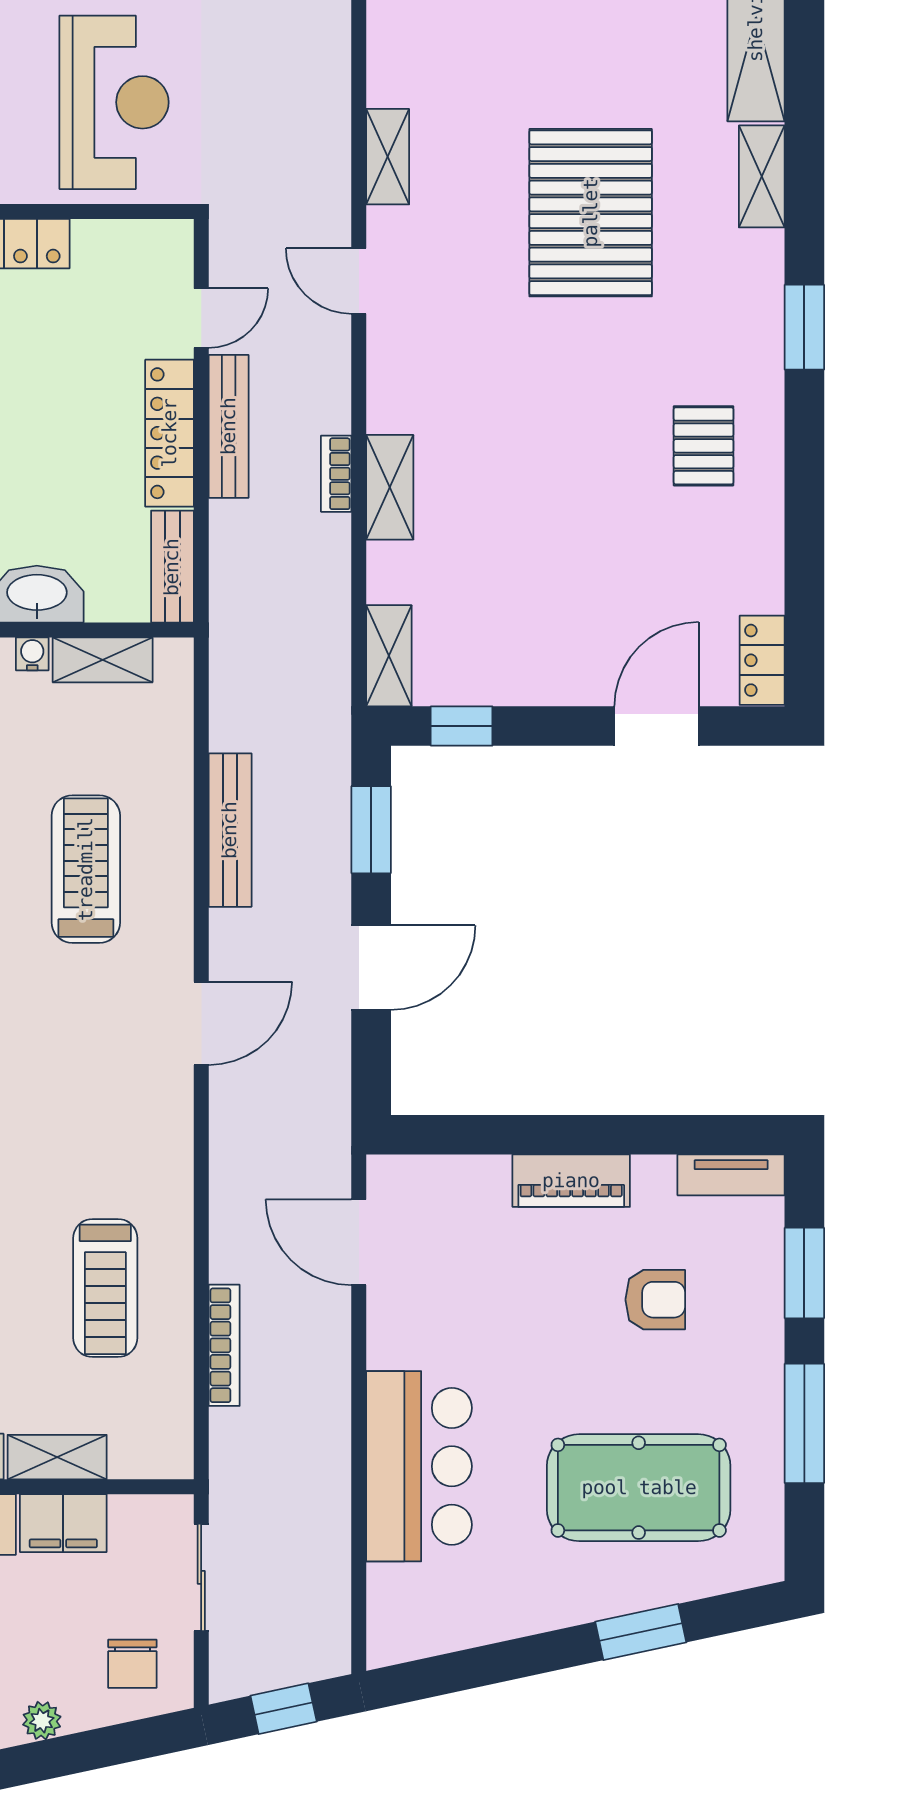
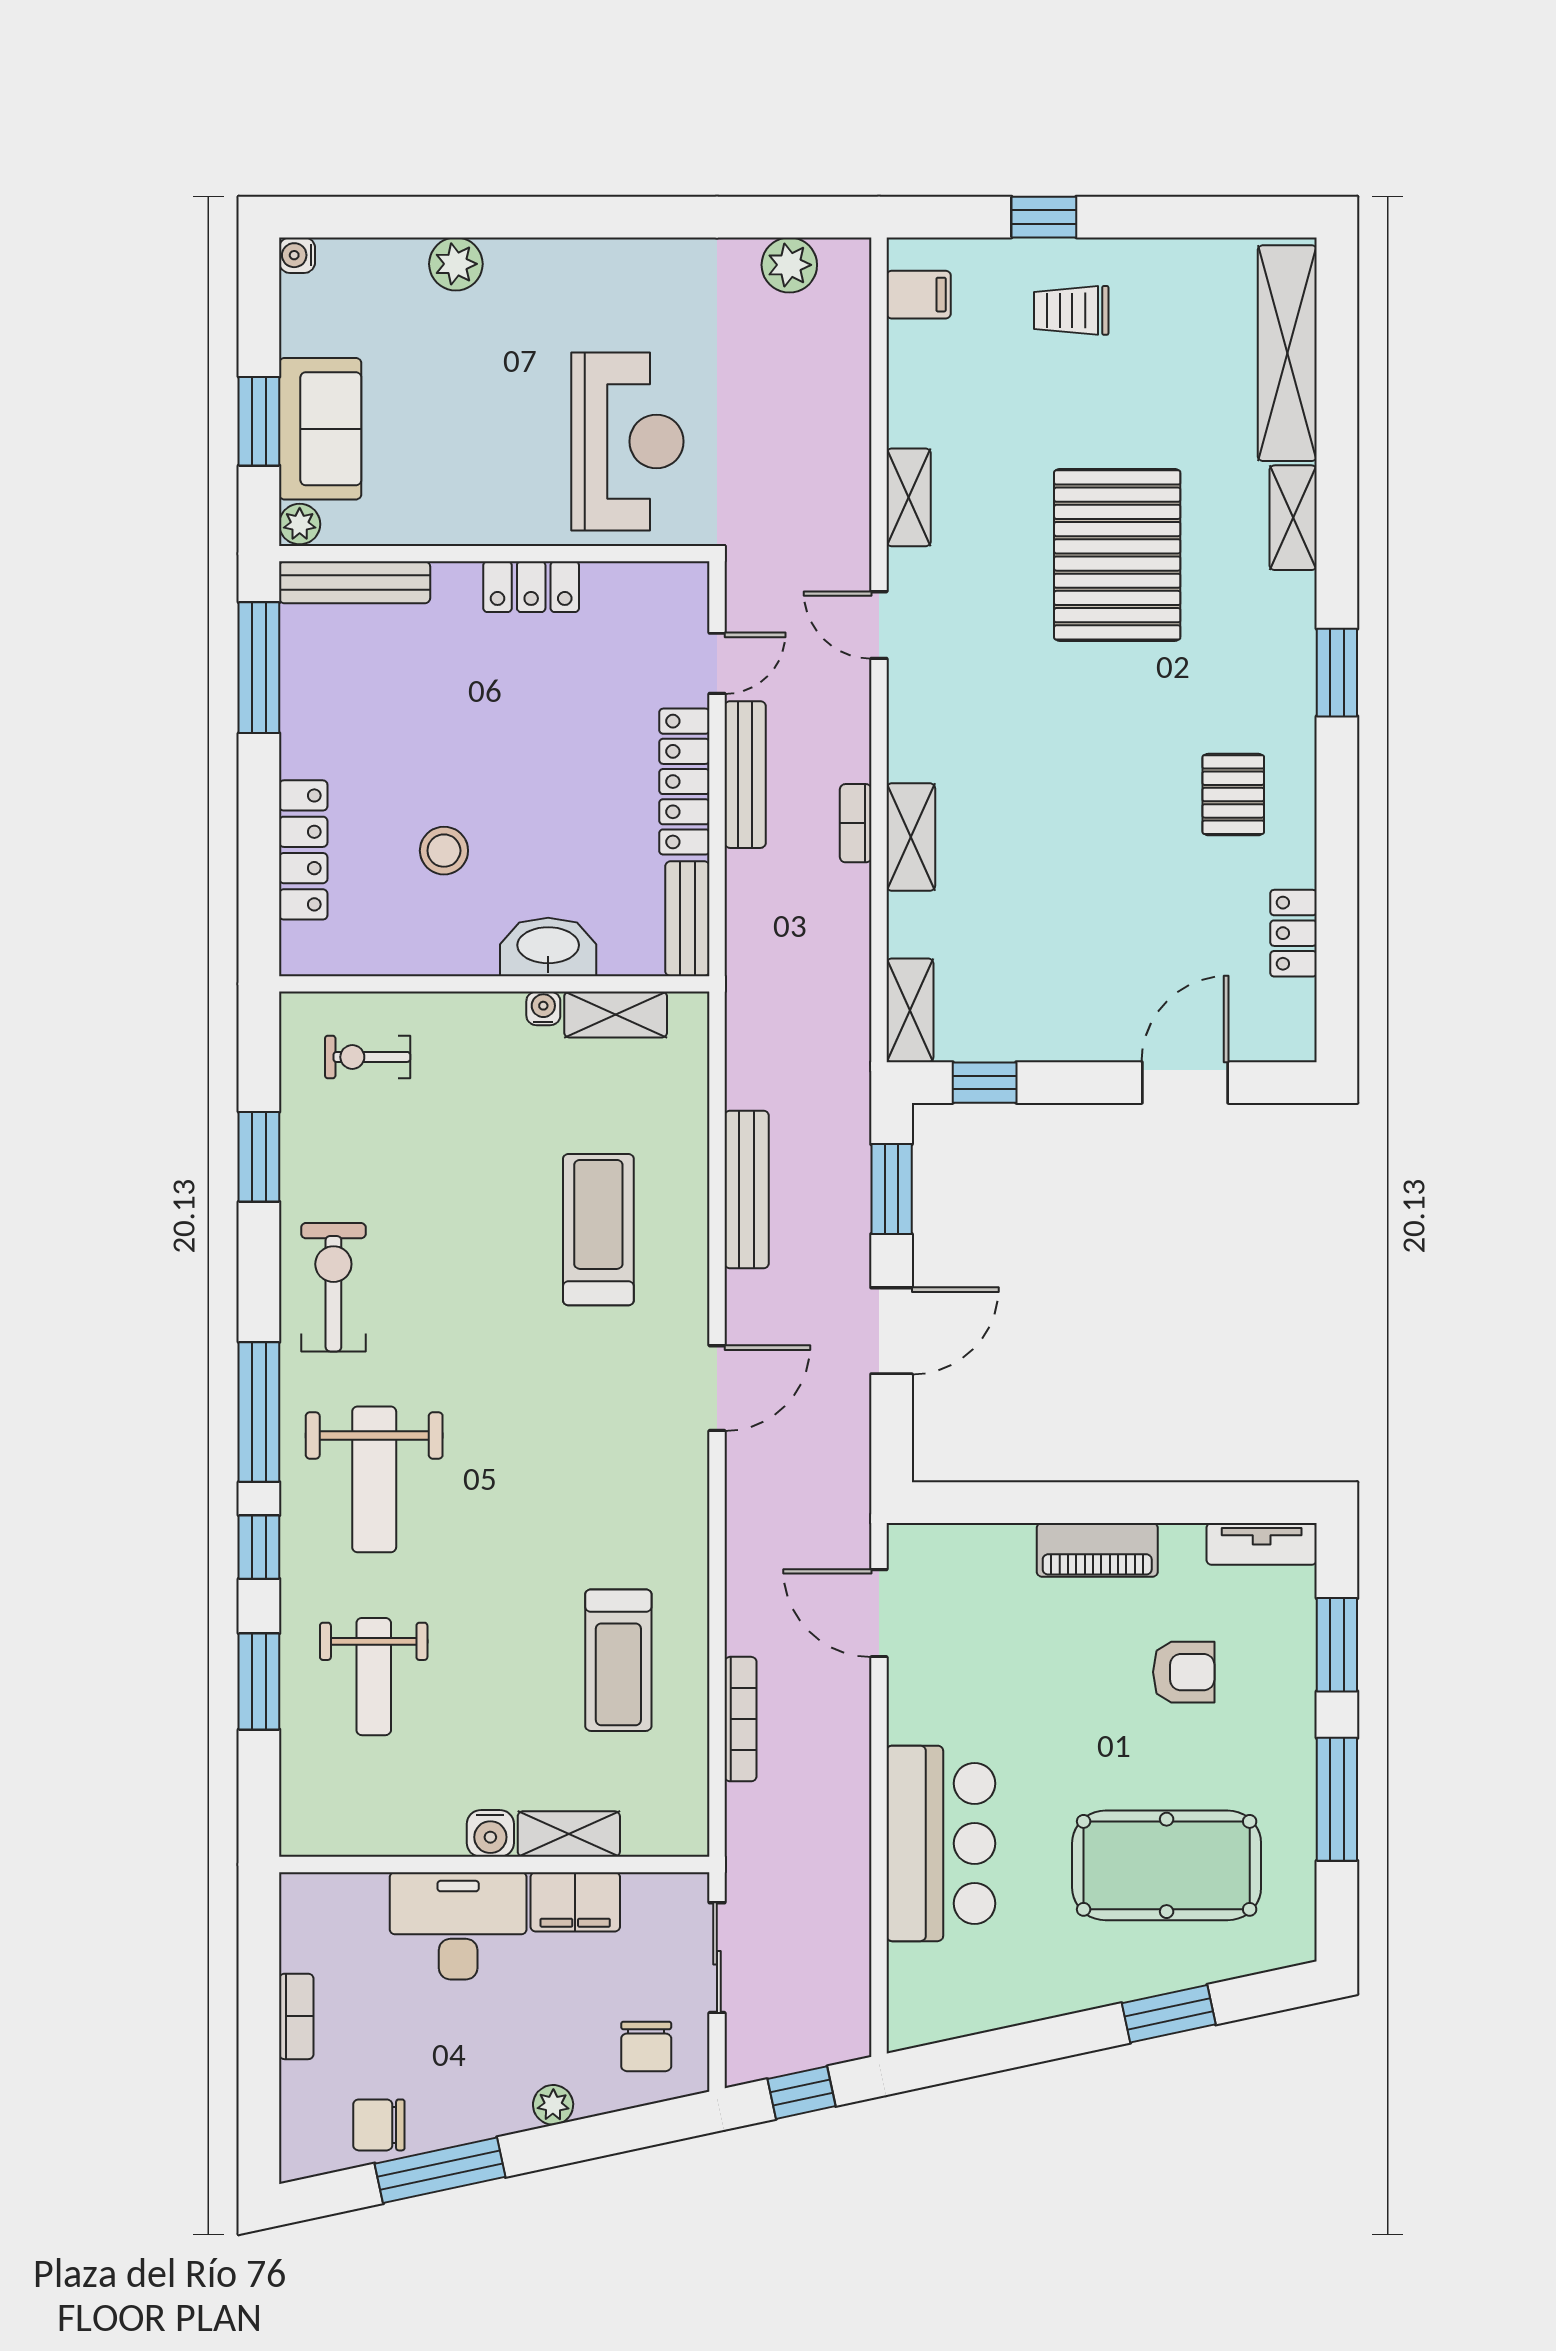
locker: (762, 660) -> (1294, 933), moved

